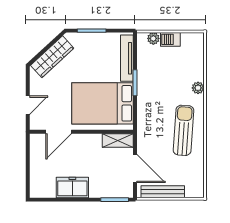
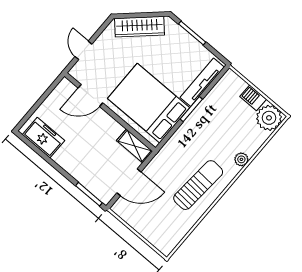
plant: (153, 38) -> (269, 118), moved, width x1.87, depth x1.87
door: (28, 105) -> (83, 50), swing flipped
door: (135, 168) -> (129, 182), hinge flipped
freezer: (72, 187) -> (44, 138), moved
bench: (163, 192) -> (136, 222), removed

